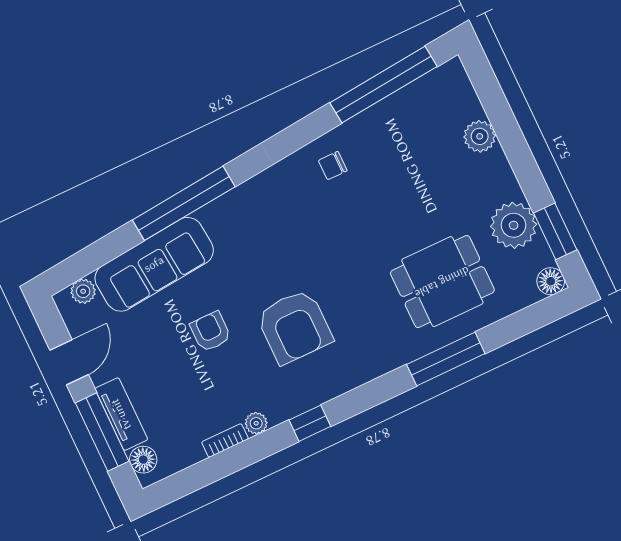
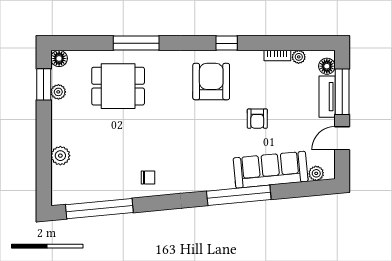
plant: (514, 225) -> (58, 92), width x0.53, depth x0.53
armchair: (294, 327) -> (211, 82), moved
plant: (256, 423) -> (299, 57), moved

